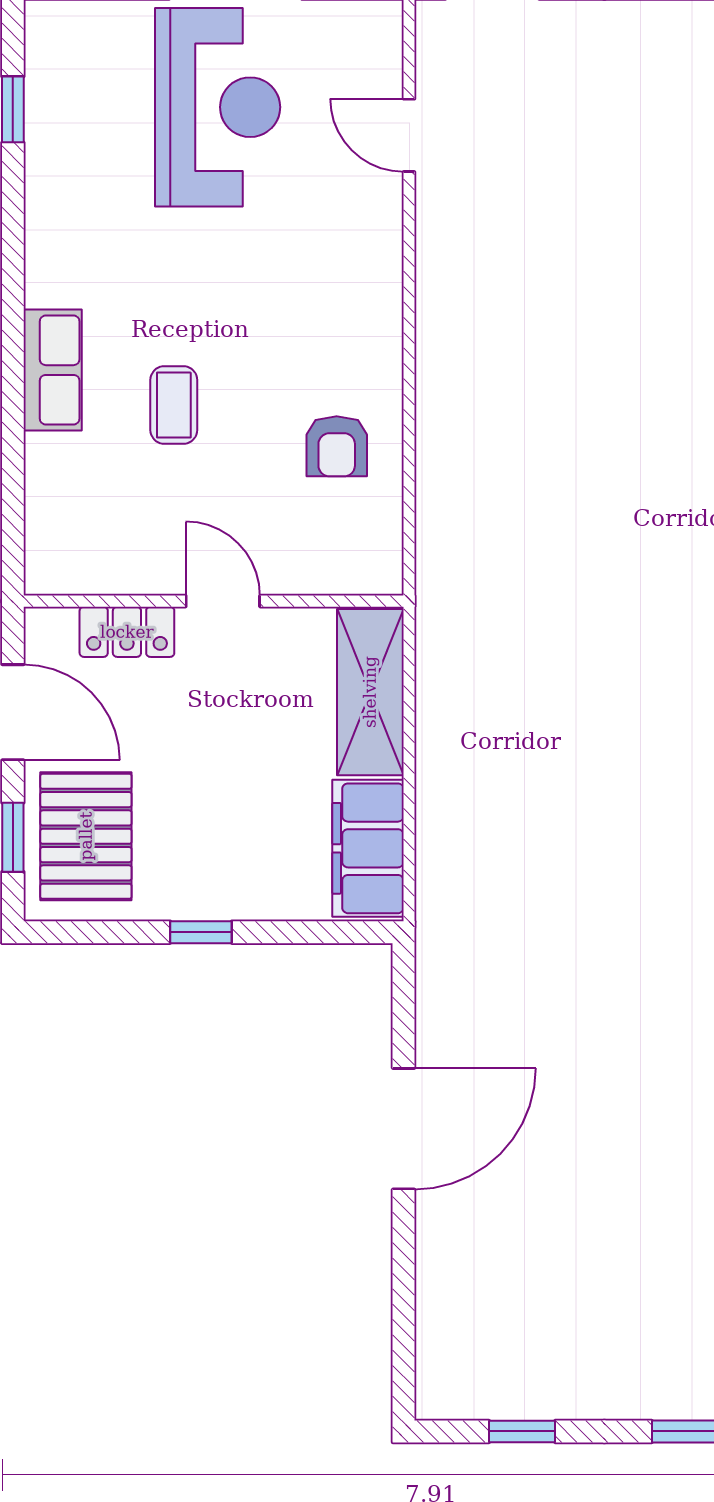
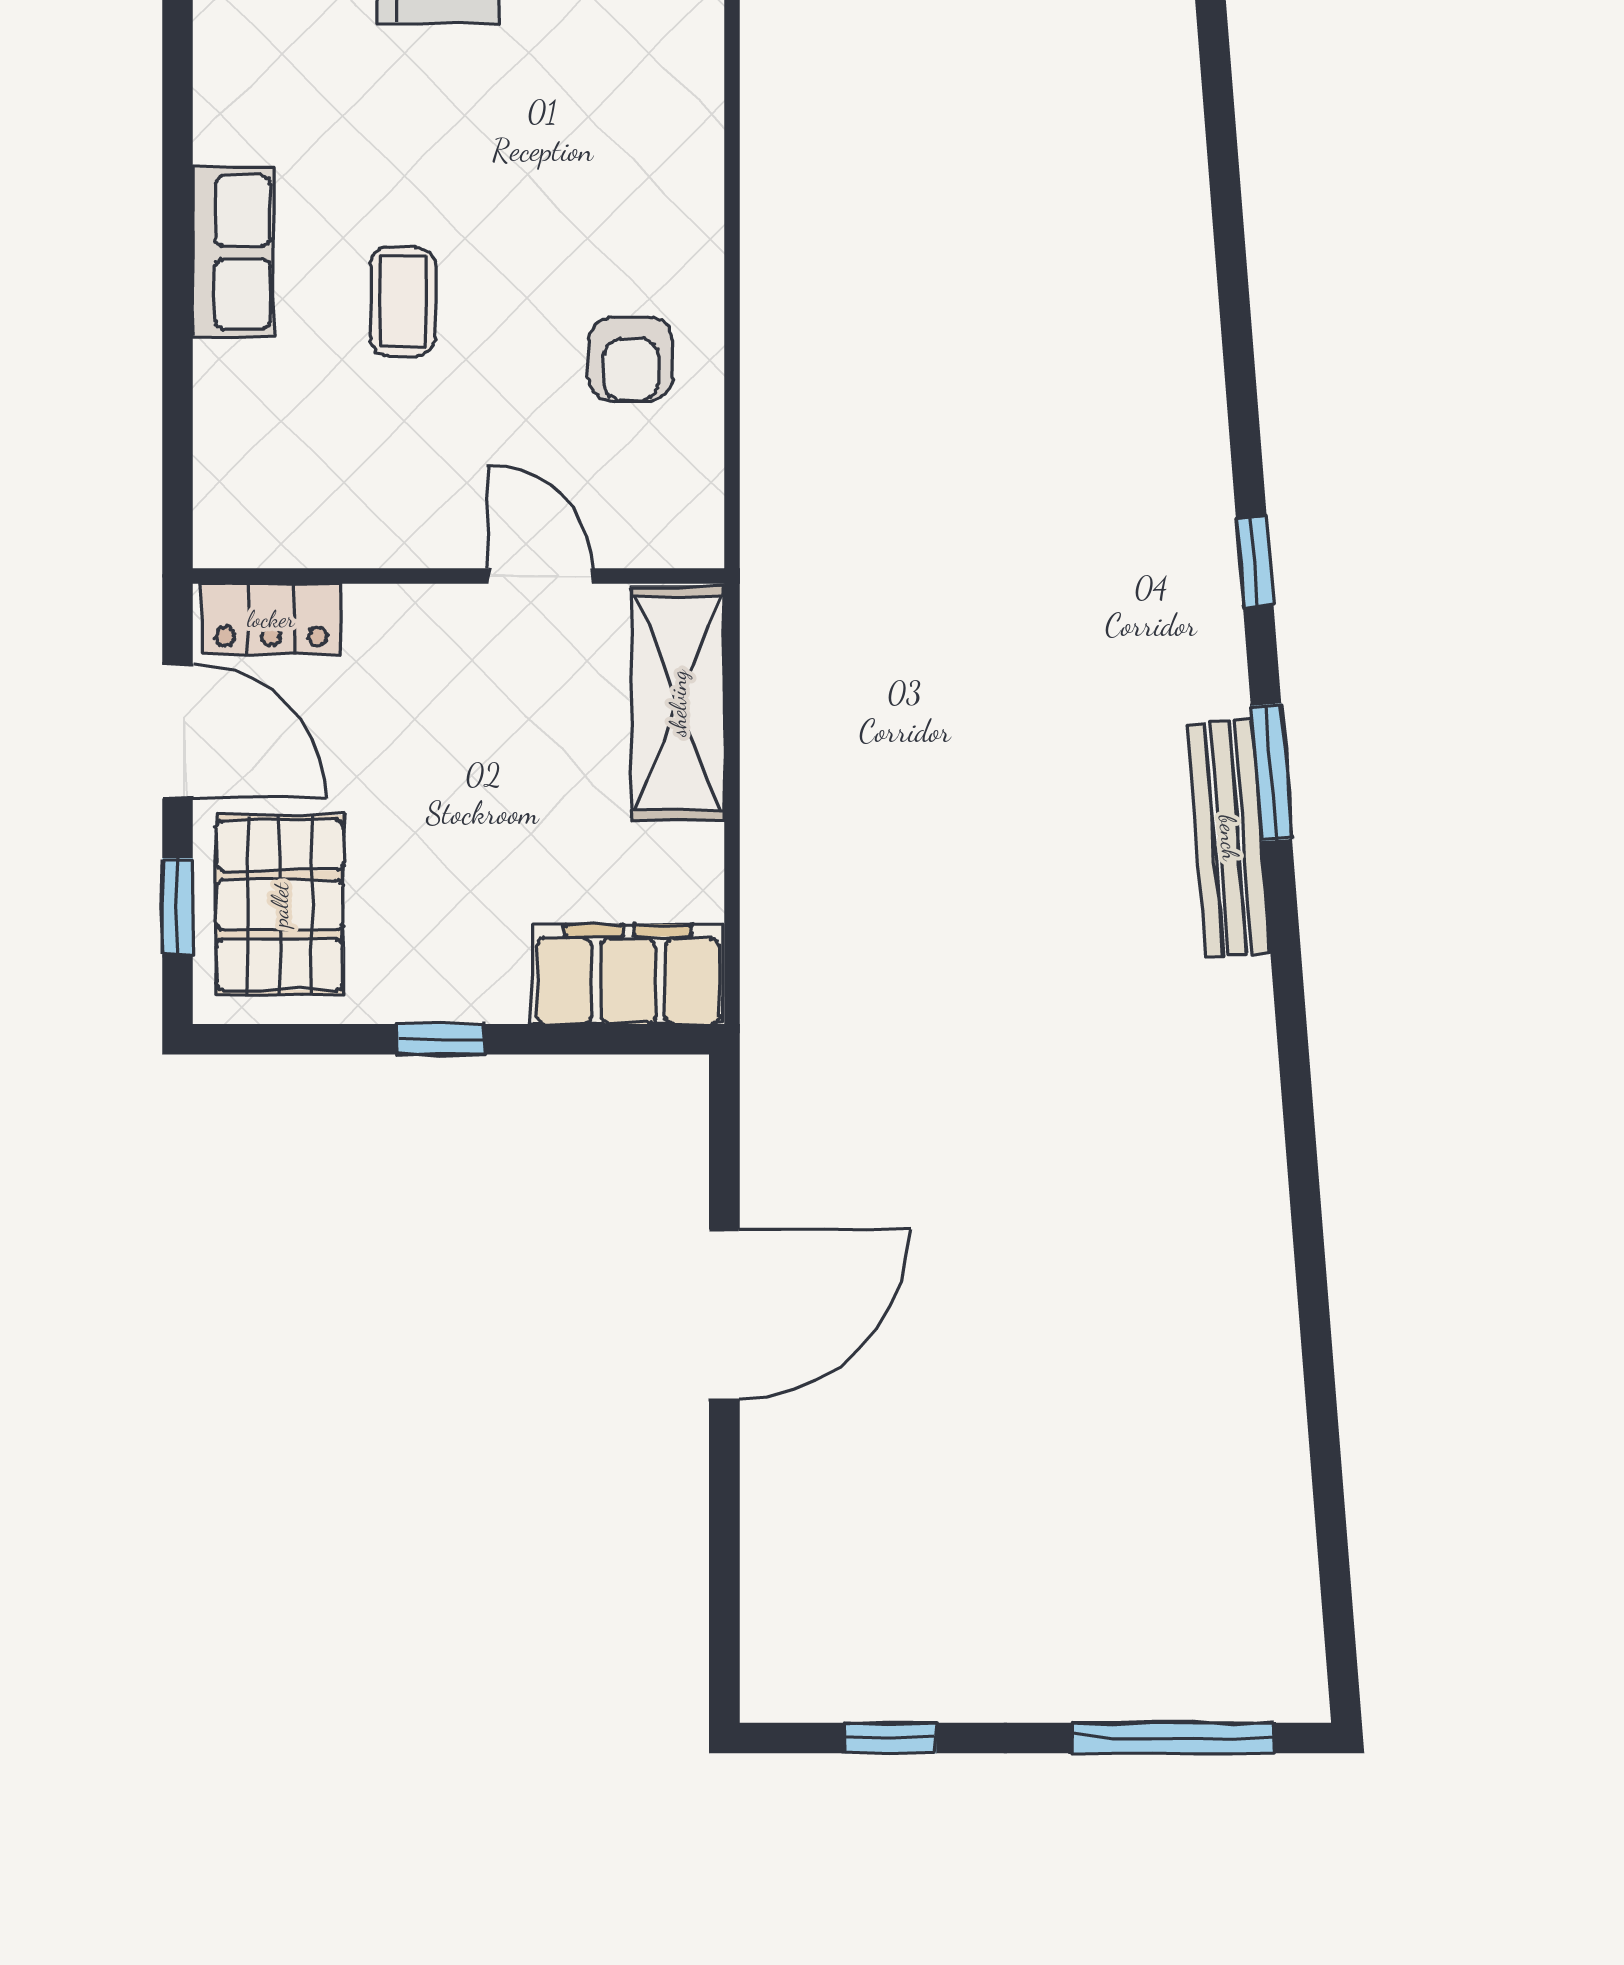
door: (223, 601) -> (540, 576), moved
locker: (127, 632) -> (271, 619), moved
filing cabinet: (368, 848) -> (628, 974), moved, turned 90

